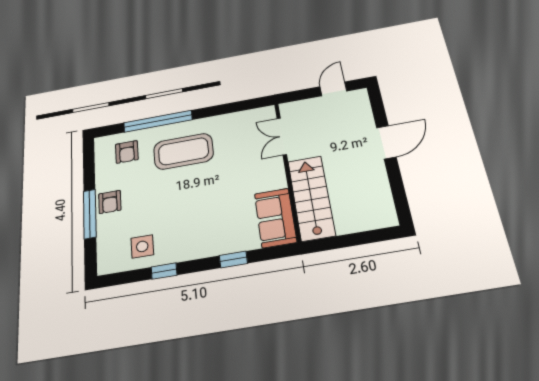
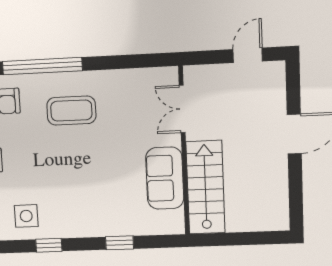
coffee table: (183, 151) -> (71, 111), width x0.73, depth x0.76
sofa: (275, 218) -> (165, 178), moved

